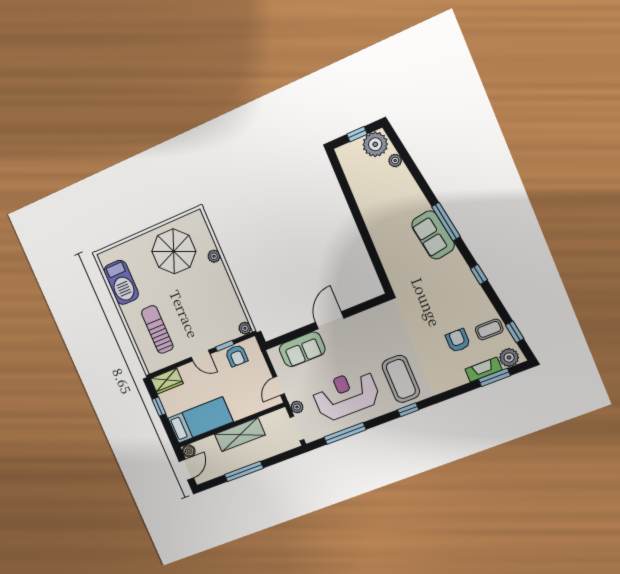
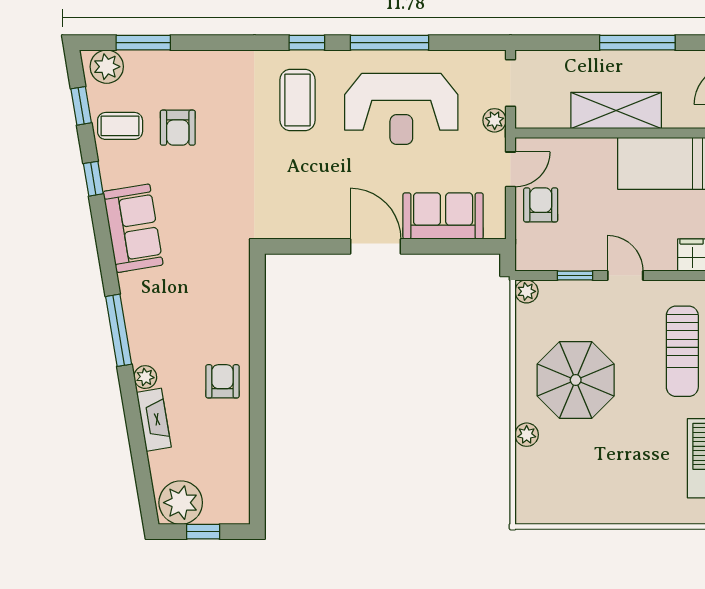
plant: (395, 161) -> (145, 377), moved
armchair: (380, 218) -> (222, 381), added
sofa: (433, 235) -> (133, 228), moved
parasol: (174, 251) -> (576, 380), moved
window: (479, 274) -> (93, 179), moved
door: (330, 320) -> (376, 246), swing flipped
armchair: (237, 356) -> (541, 205), moved
fireplace: (484, 370) -> (154, 420), moved, turned -99
coffee table: (401, 379) -> (298, 100), width x0.73, depth x0.76
window: (345, 433) -> (389, 43), moved

